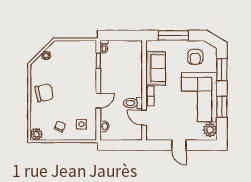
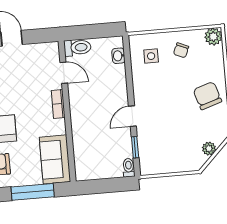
sofa: (156, 68) -> (55, 159), moved
chair: (44, 93) -> (207, 96), turned 83
door: (98, 101) -> (132, 116), moved
toilet: (133, 103) -> (77, 48), moved

